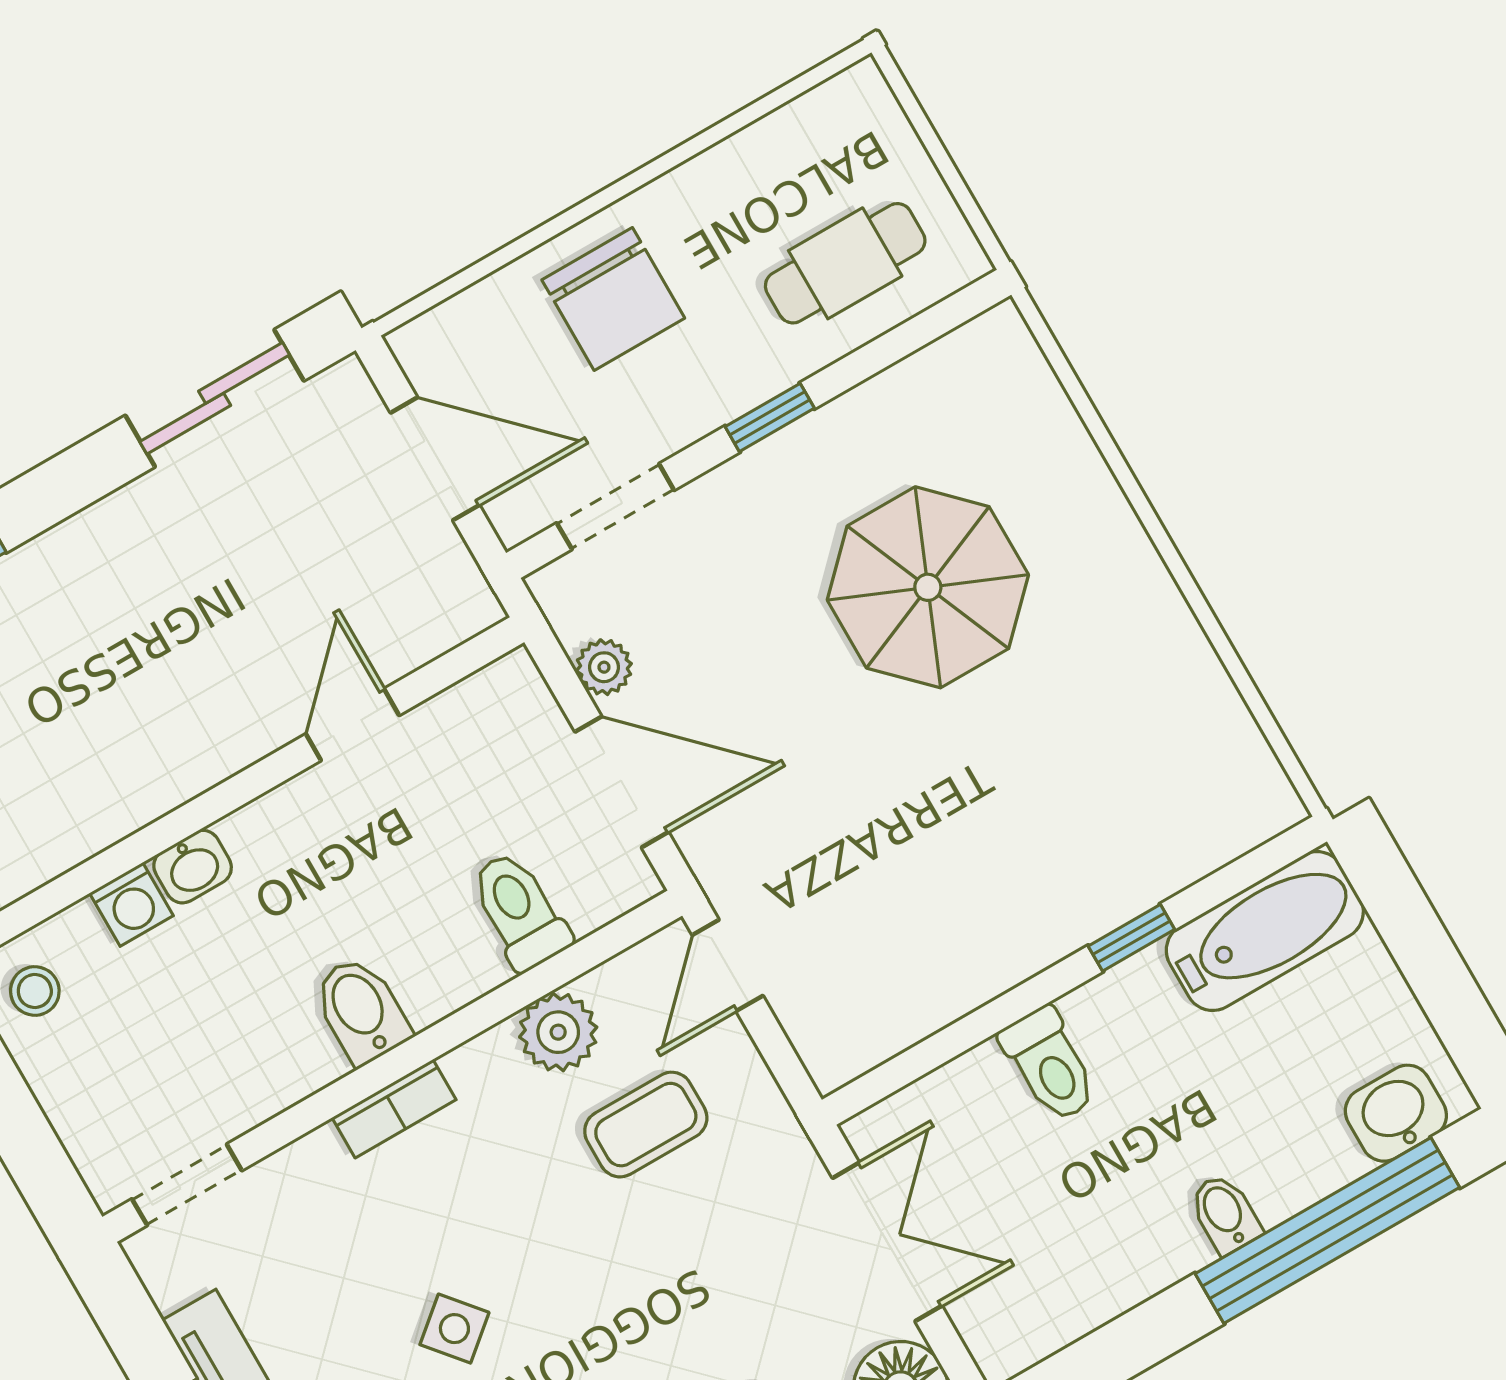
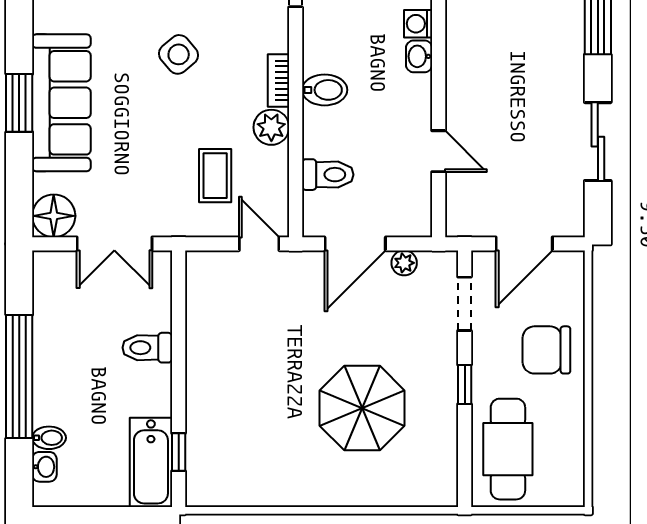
cafe table: (845, 263) -> (508, 449), width x1.37, depth x1.35
sliding door: (215, 398) -> (598, 142), moved
window: (1131, 938) -> (179, 452), moved
plant: (558, 1032) -> (271, 127), moved
washbasin: (1396, 1113) -> (44, 467), width x0.72, depth x0.69
bidet: (1225, 1214) -> (49, 438), moved
window: (1327, 1231) -> (19, 377), moved
side table: (454, 1329) -> (179, 54), width x1.37, depth x1.37

